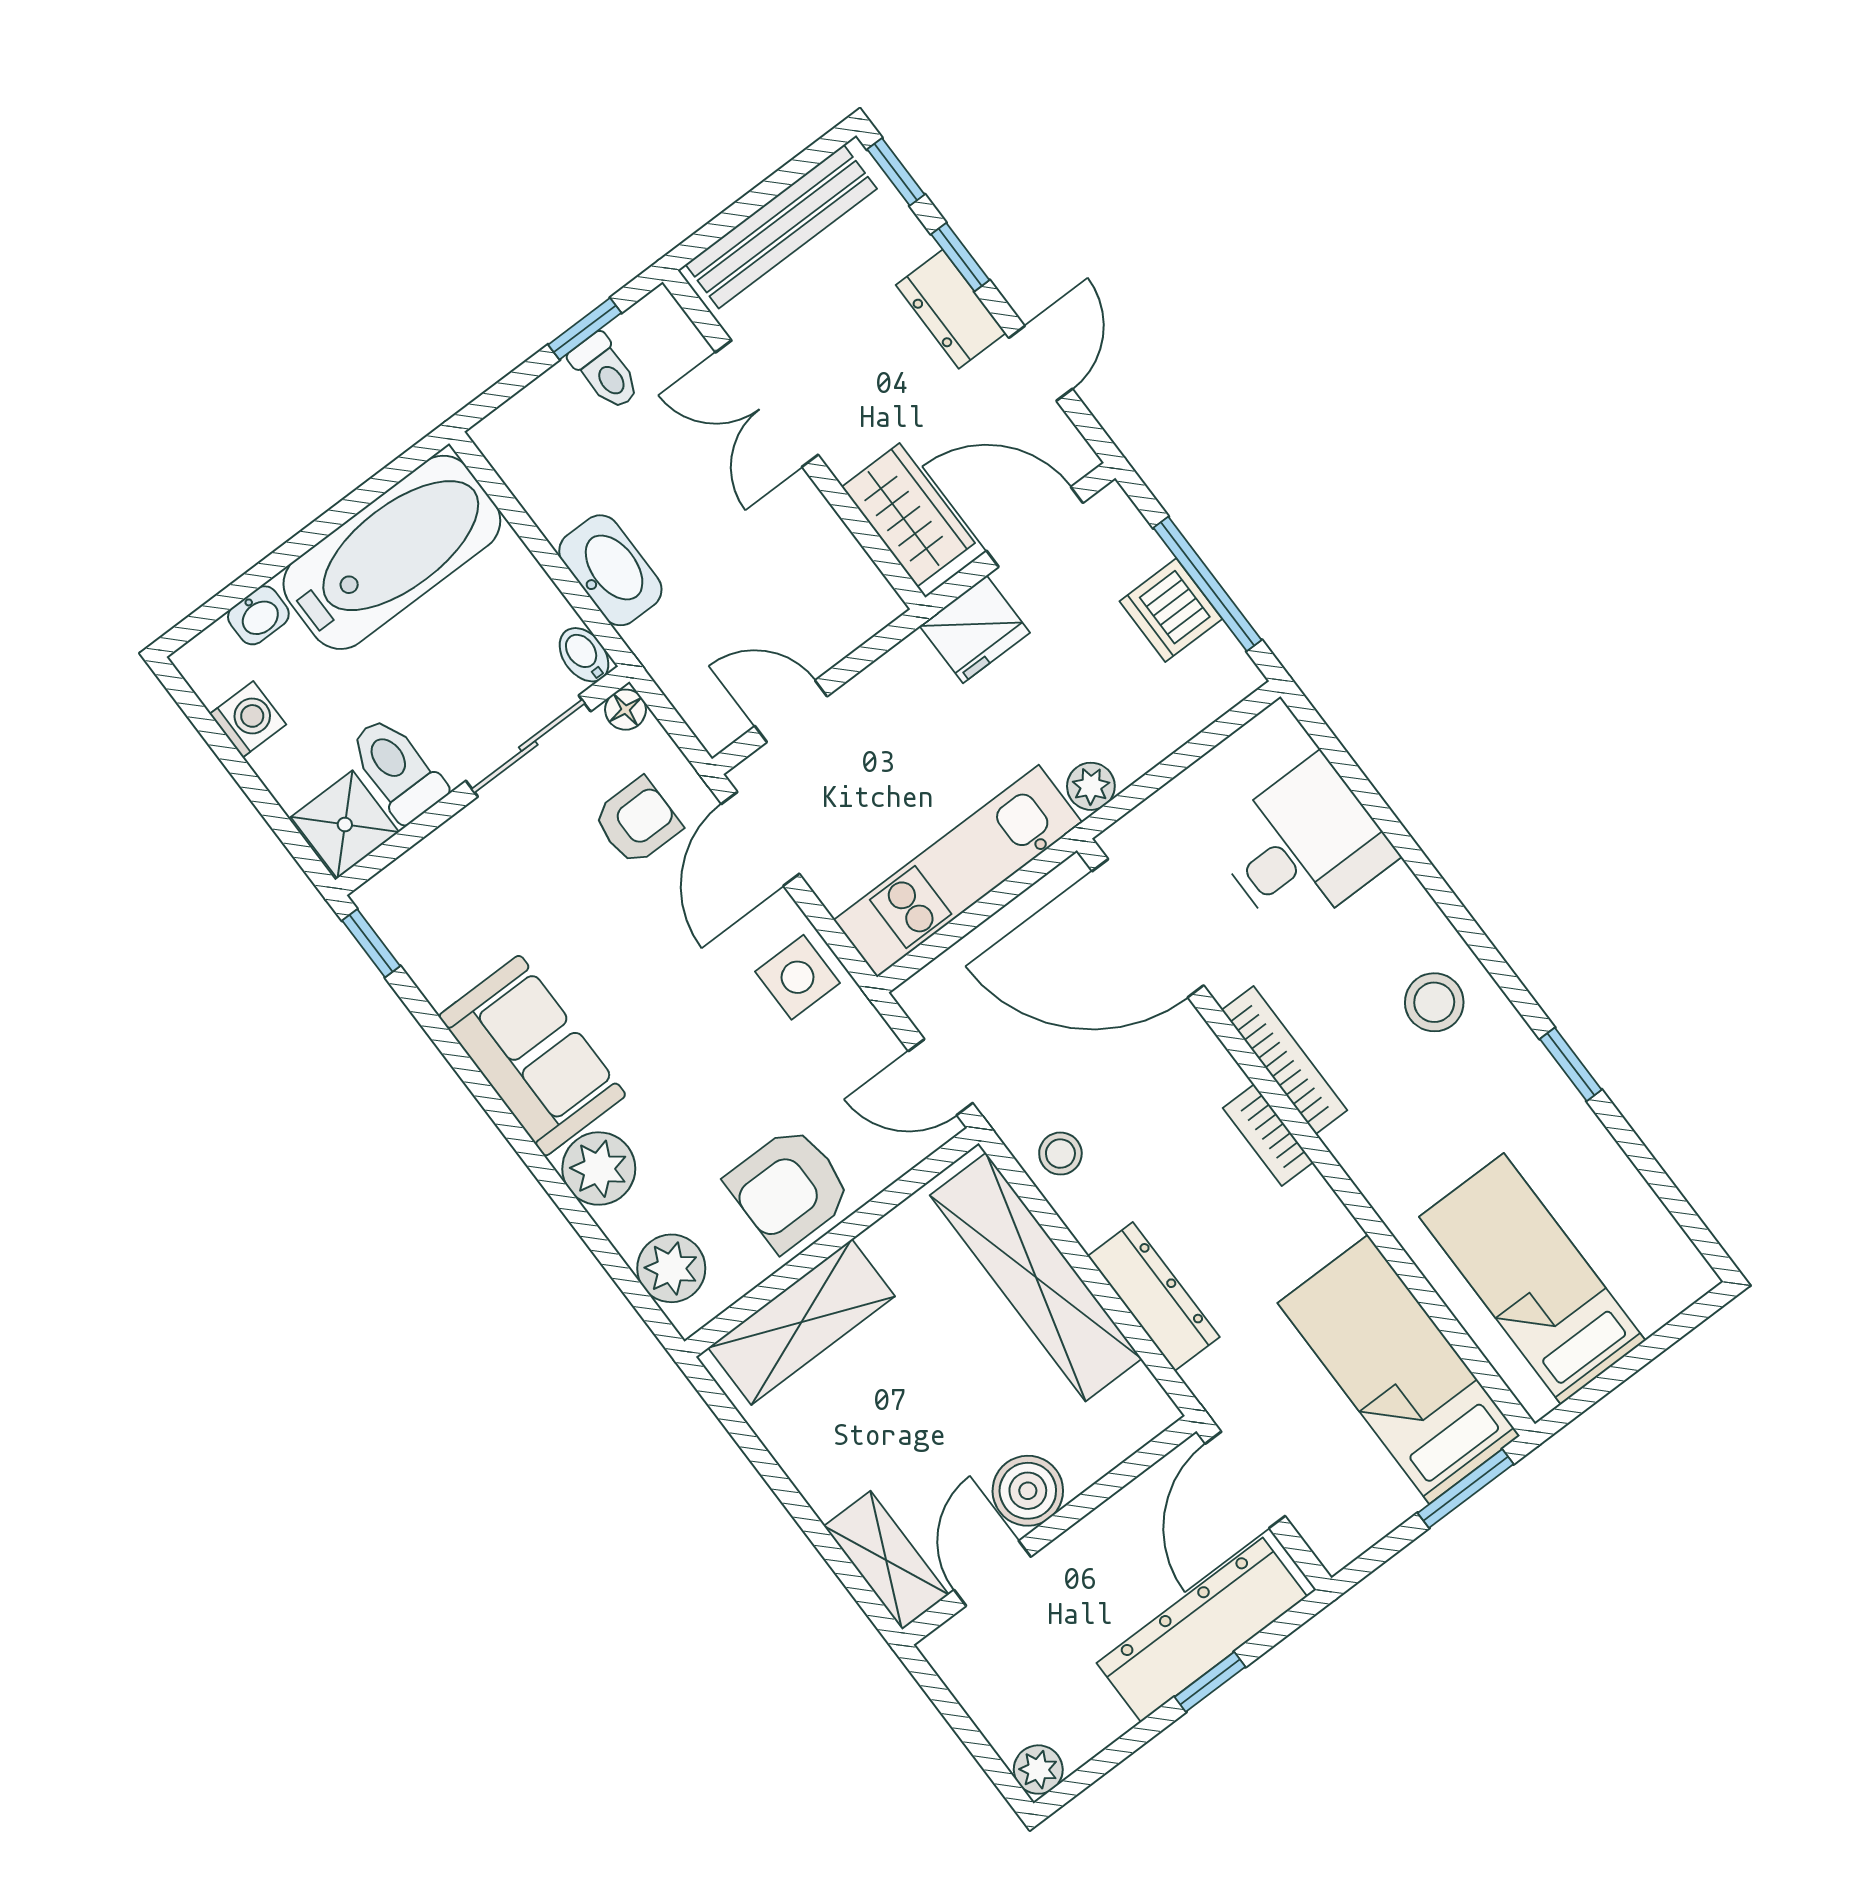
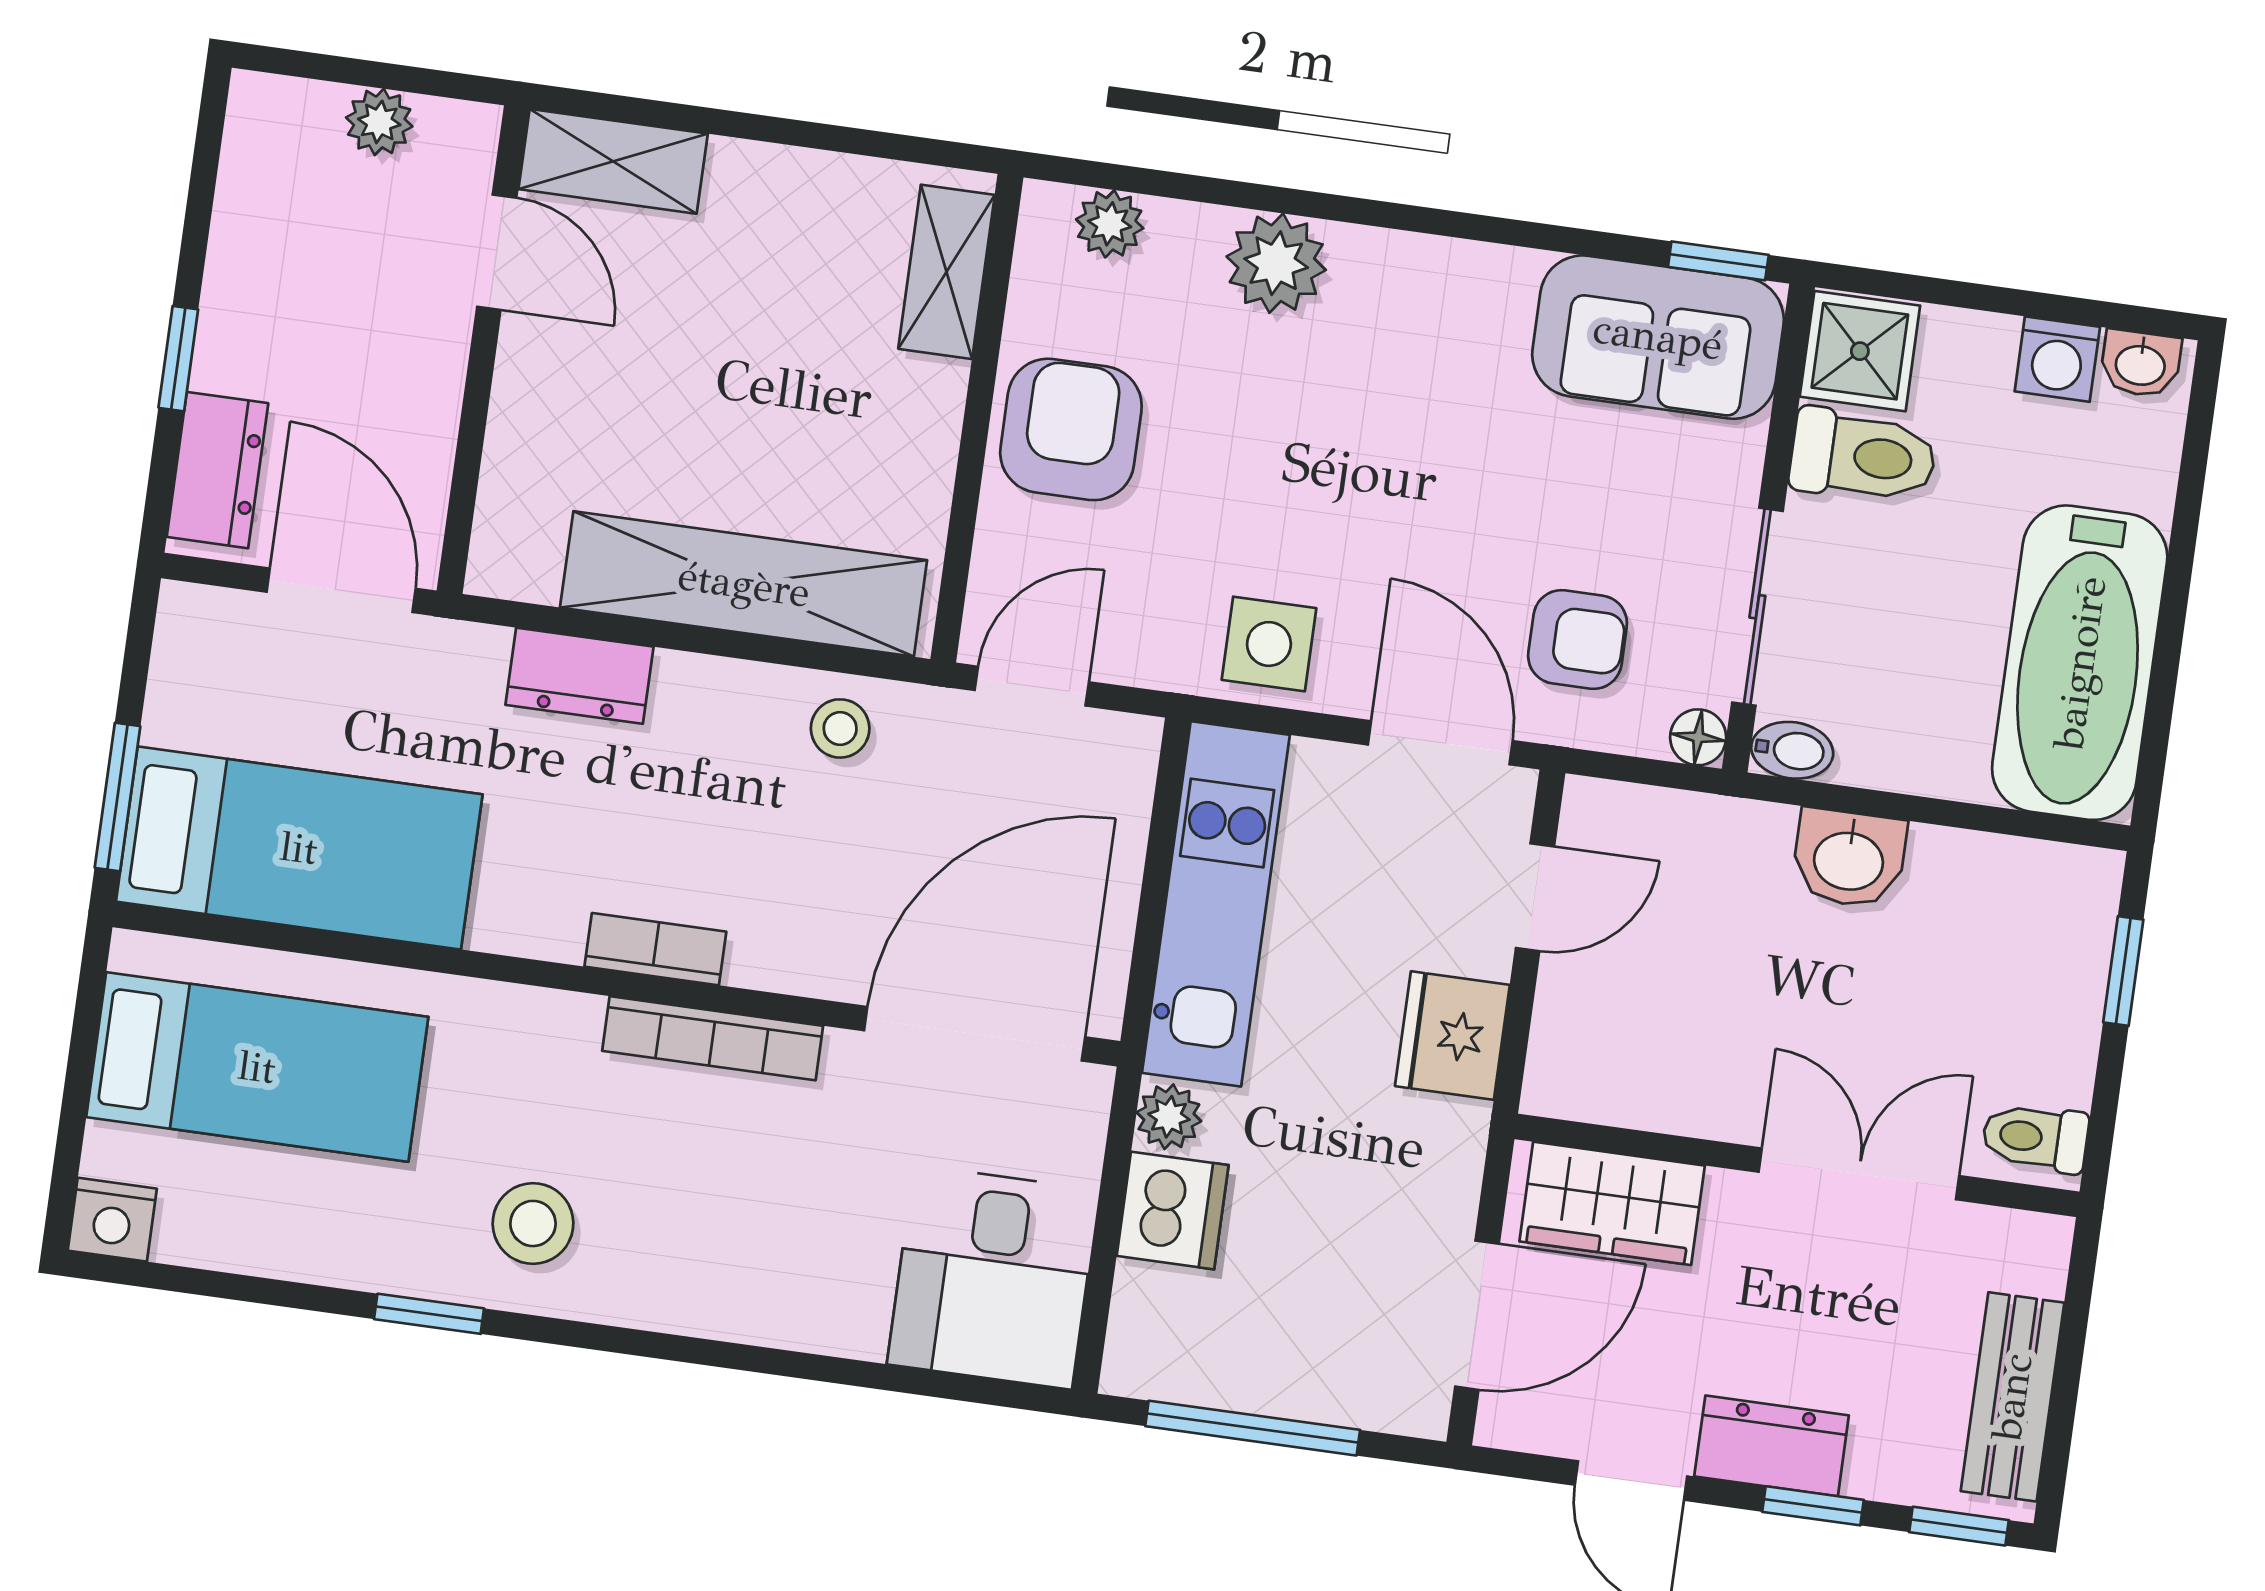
bench: (781, 227) -> (2012, 1397), width x0.73
window: (585, 329) -> (2123, 971), moved
toilet: (605, 372) -> (2035, 1138), moved
washbasin: (610, 570) -> (1849, 859), width x0.72
dishwasher: (1171, 610) -> (1173, 1210), moved, turned 90
washbasin: (258, 615) -> (2140, 364), moved, turned -90
fridge: (975, 629) -> (1452, 1036), moved
armchair: (637, 821) -> (1578, 640), turned -90
desk: (1303, 847) -> (993, 1277), moved
stool: (1434, 1002) -> (533, 1223), moved
sofa: (532, 1056) -> (1658, 337), moved
plant: (671, 1268) -> (1110, 224), width x0.73, depth x0.73
nightstand: (1685, 1275) -> (112, 1220), added
dresser: (1154, 1297) -> (579, 676), width x0.70
shelving: (801, 1322) -> (946, 272), width x0.67, depth x0.75
boiler: (1028, 1491) -> (543, 367), removed
dresser: (1202, 1630) -> (217, 470), width x0.51, depth x0.80
plant: (1038, 1770) -> (379, 122), moved

